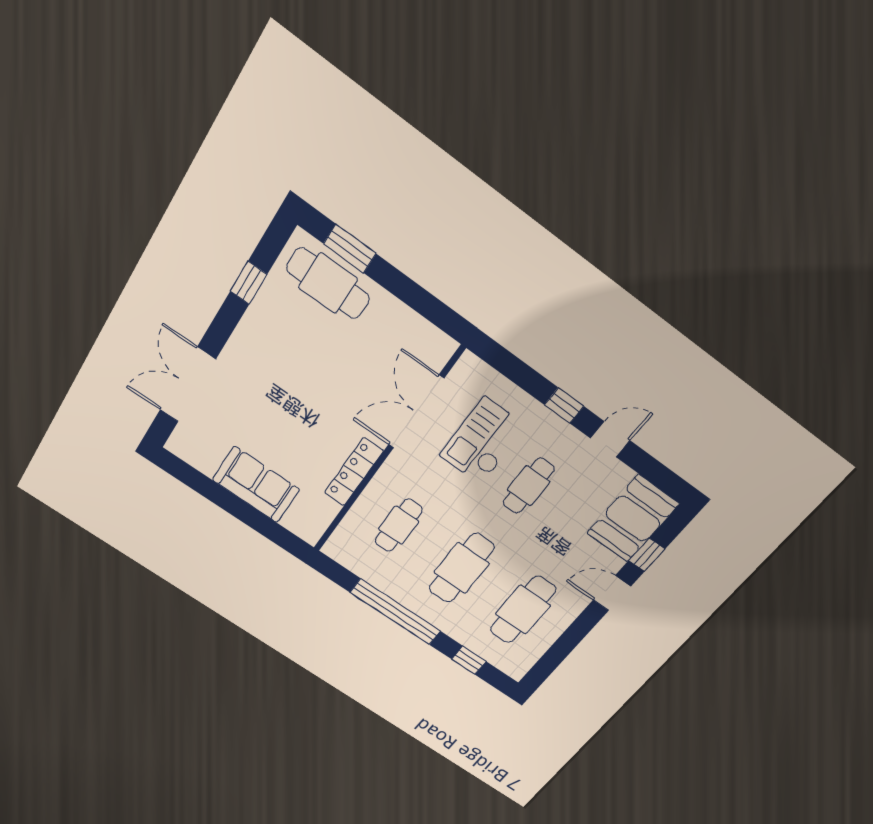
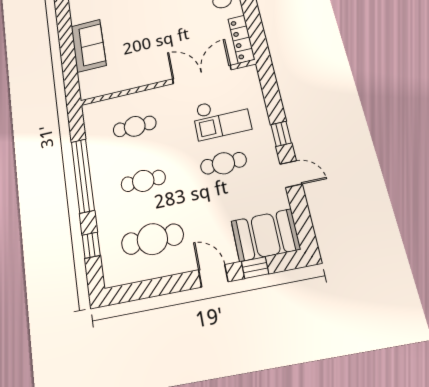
checkout: (483, 441) -> (221, 118), turned 180
locker: (354, 472) -> (241, 39), moved, turned -90
cafe table: (462, 568) -> (143, 181), width x0.73, depth x0.74

